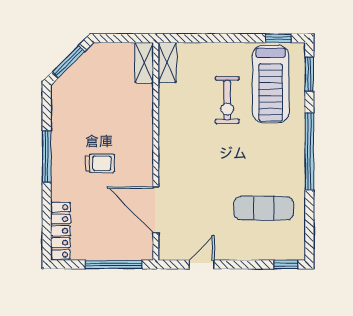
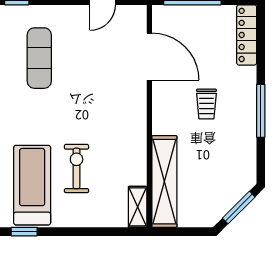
shelving: (144, 63) -> (164, 182), width x2.20, depth x1.33
trolley: (100, 163) -> (206, 104), turned -90
exercise mat: (264, 208) -> (39, 58), turned 90

